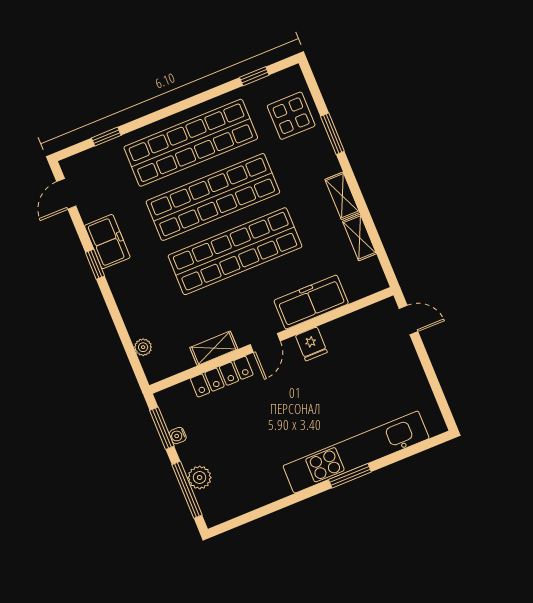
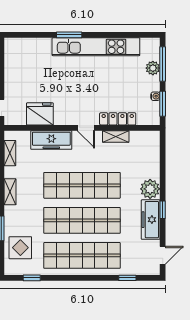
shelving: (359, 237) -> (10, 153), moved
freezer: (107, 242) -> (151, 220), width x1.40
door: (265, 343) -> (86, 128), swing flipped
fridge: (311, 344) -> (40, 114), moved, width x1.88, depth x1.34
plant: (143, 347) -> (150, 189), moved, width x1.88, depth x1.88
kitchen unit: (356, 452) -> (96, 47), moved

